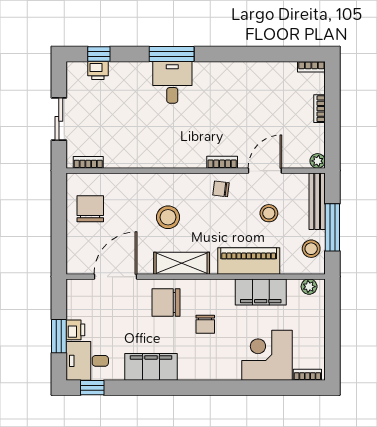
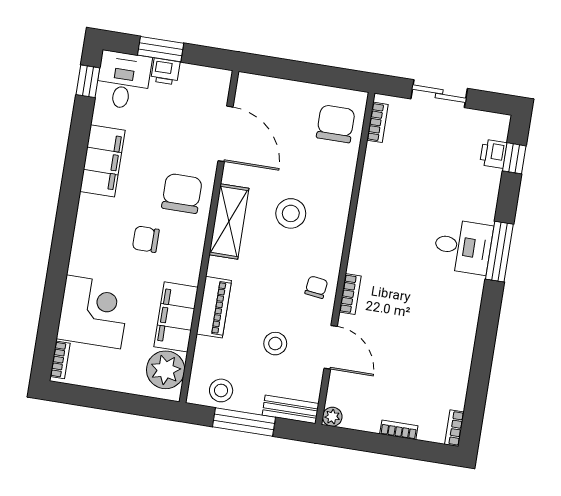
bench: (317, 201) -> (290, 409), width x0.73
chair: (90, 209) -> (336, 124), moved, turned -90
piano: (249, 261) -> (214, 307), width x0.73, depth x0.75
plant: (309, 287) -> (166, 370), width x1.88, depth x1.88

